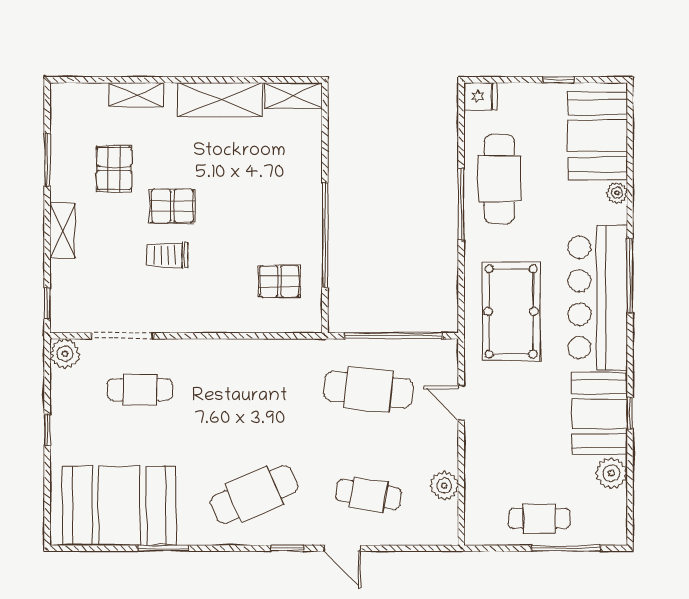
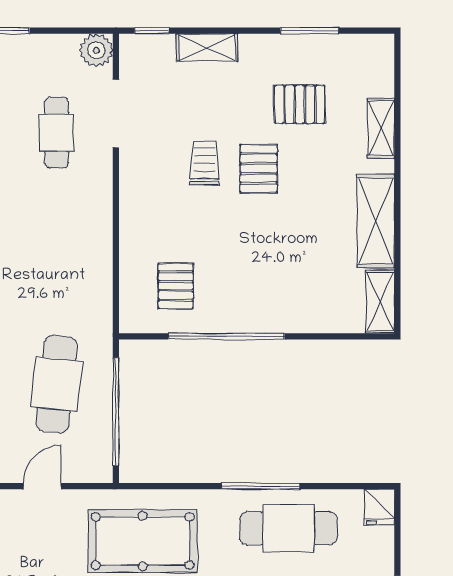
shelving: (62, 230) -> (207, 47), moved

